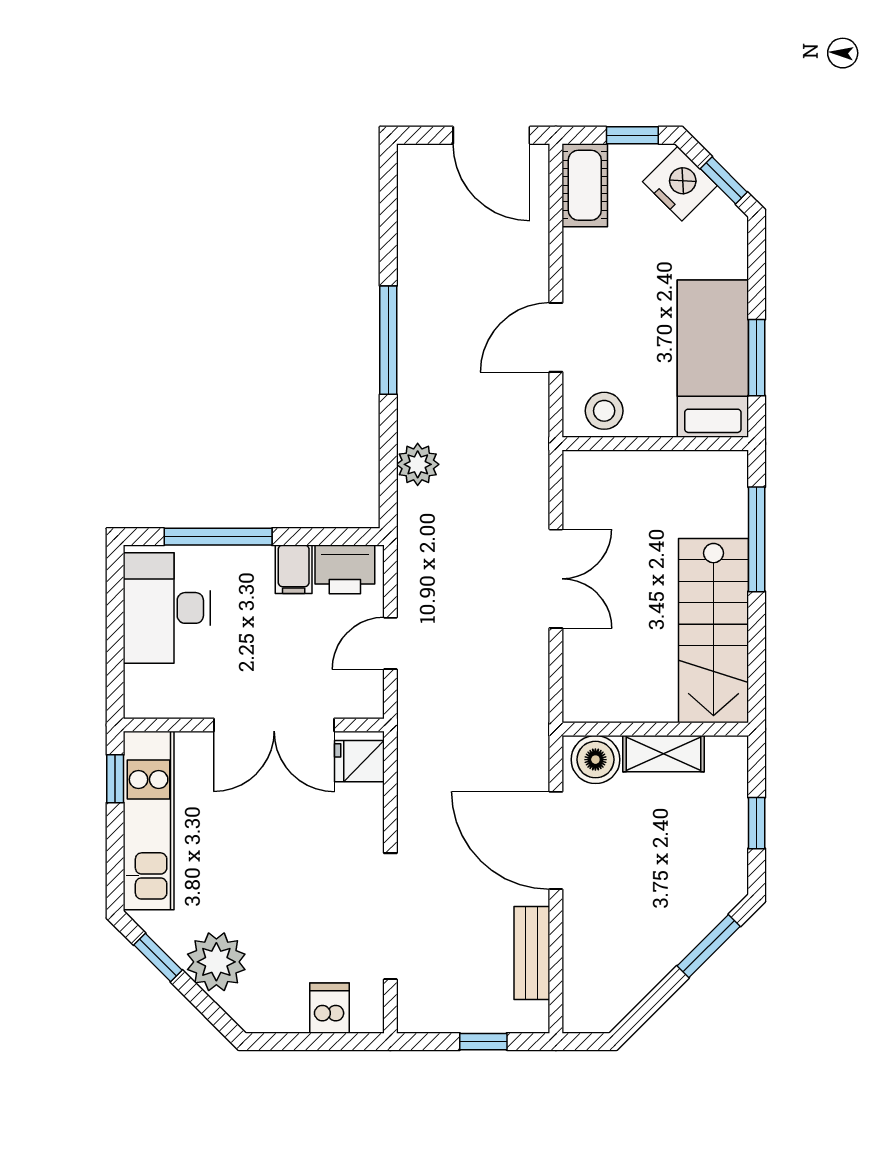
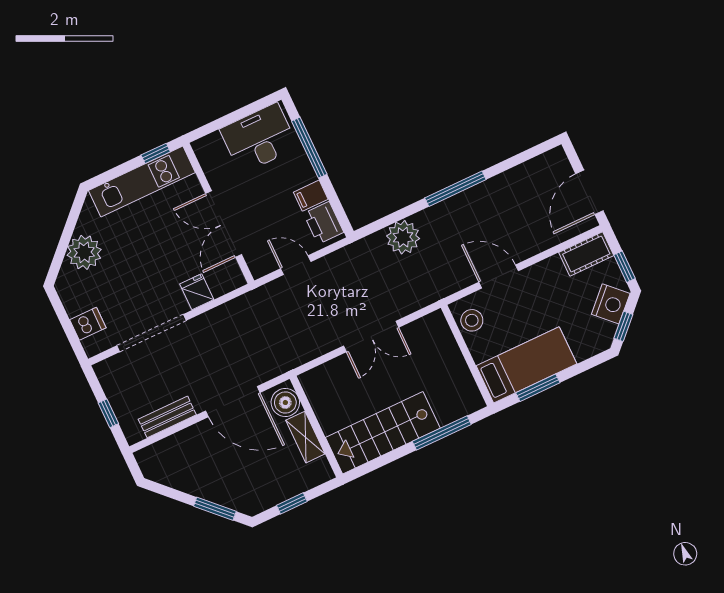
plant: (418, 464) -> (403, 237), width x1.36, depth x1.36
fridge: (359, 761) -> (197, 292), moved
door: (556, 840) -> (233, 402), swing flipped
window: (158, 958) -> (72, 221), removed

